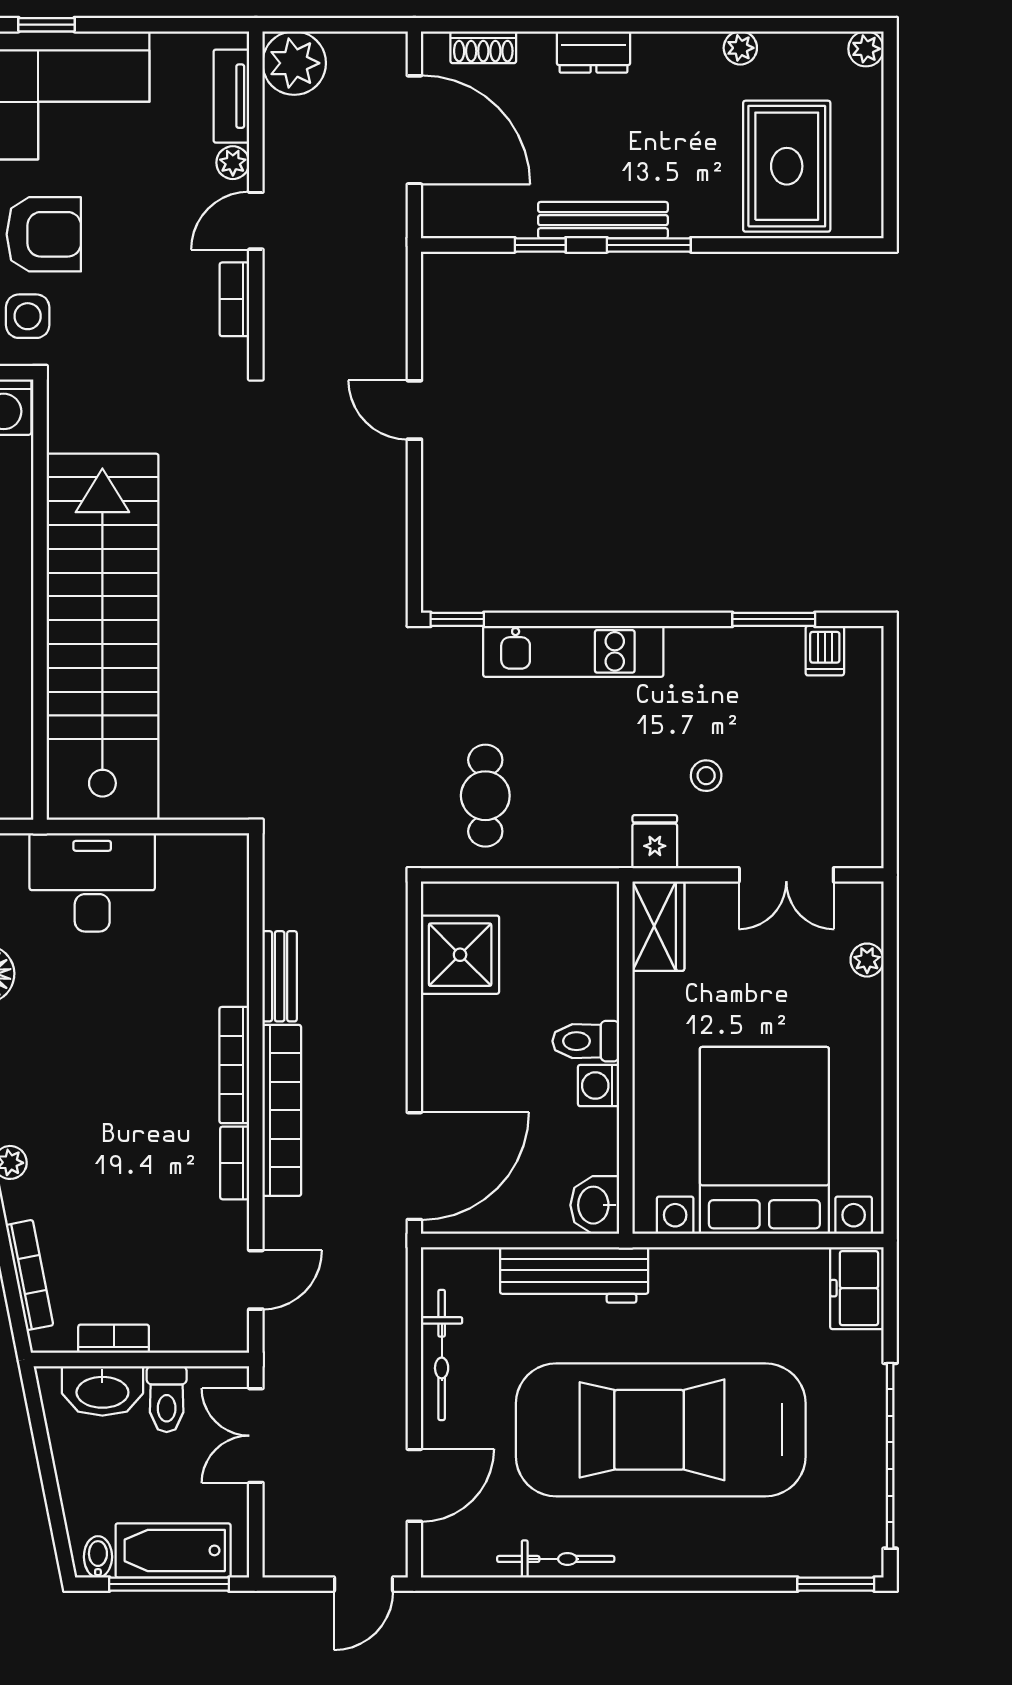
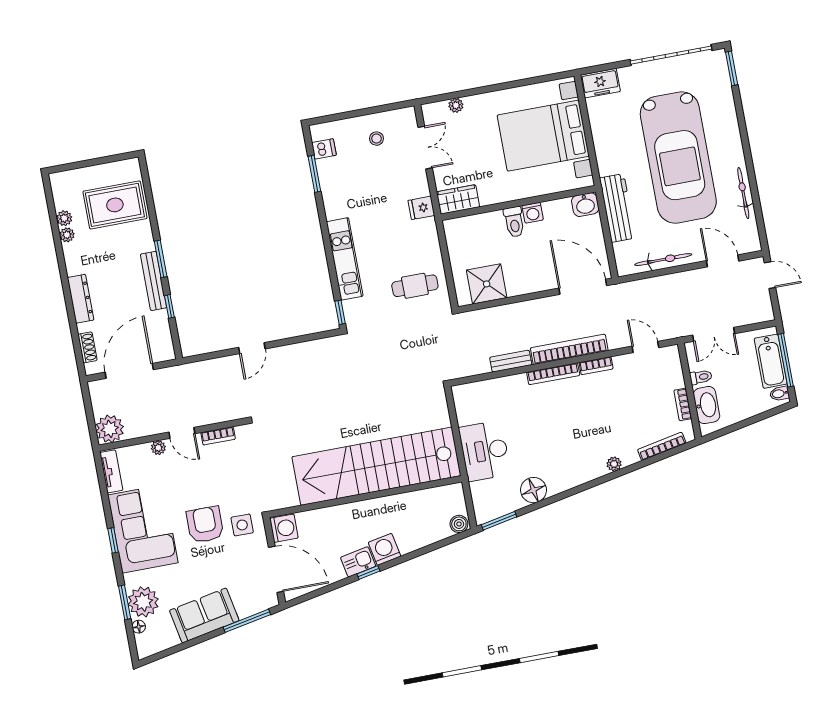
plant: (866, 49) -> (64, 218), moved
dresser: (593, 52) -> (81, 299), width x1.44
tv unit: (231, 96) -> (111, 471), moved, turned -90
stool: (706, 776) -> (377, 139), moved
toilet: (167, 1399) -> (701, 377), width x0.73, depth x0.72

